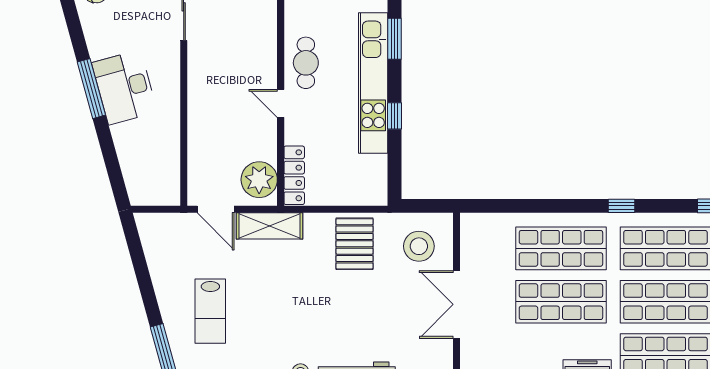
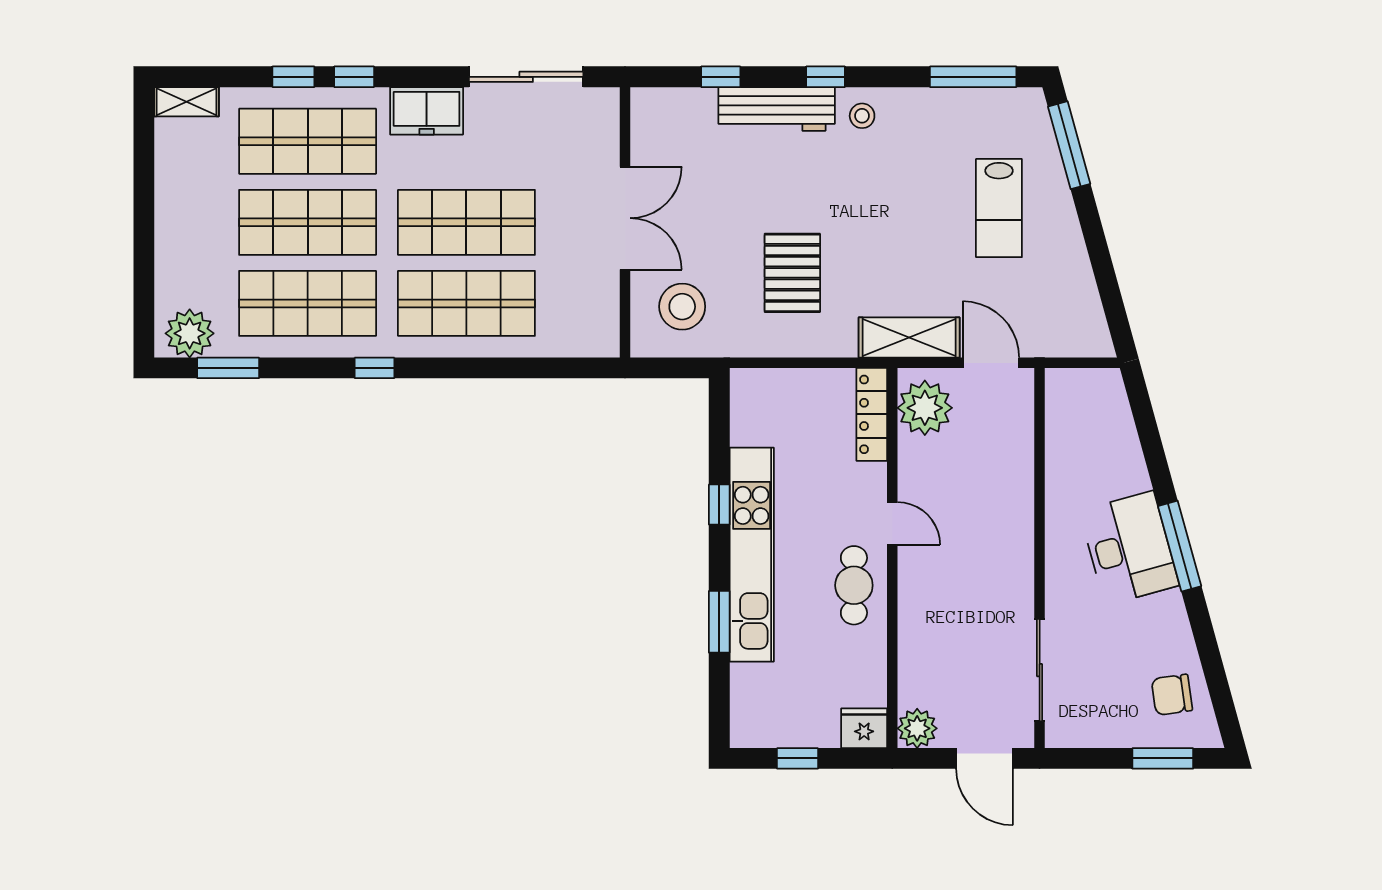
pallet: (355, 244) -> (792, 273), moved
lab bench: (210, 311) -> (999, 208), turned 180

